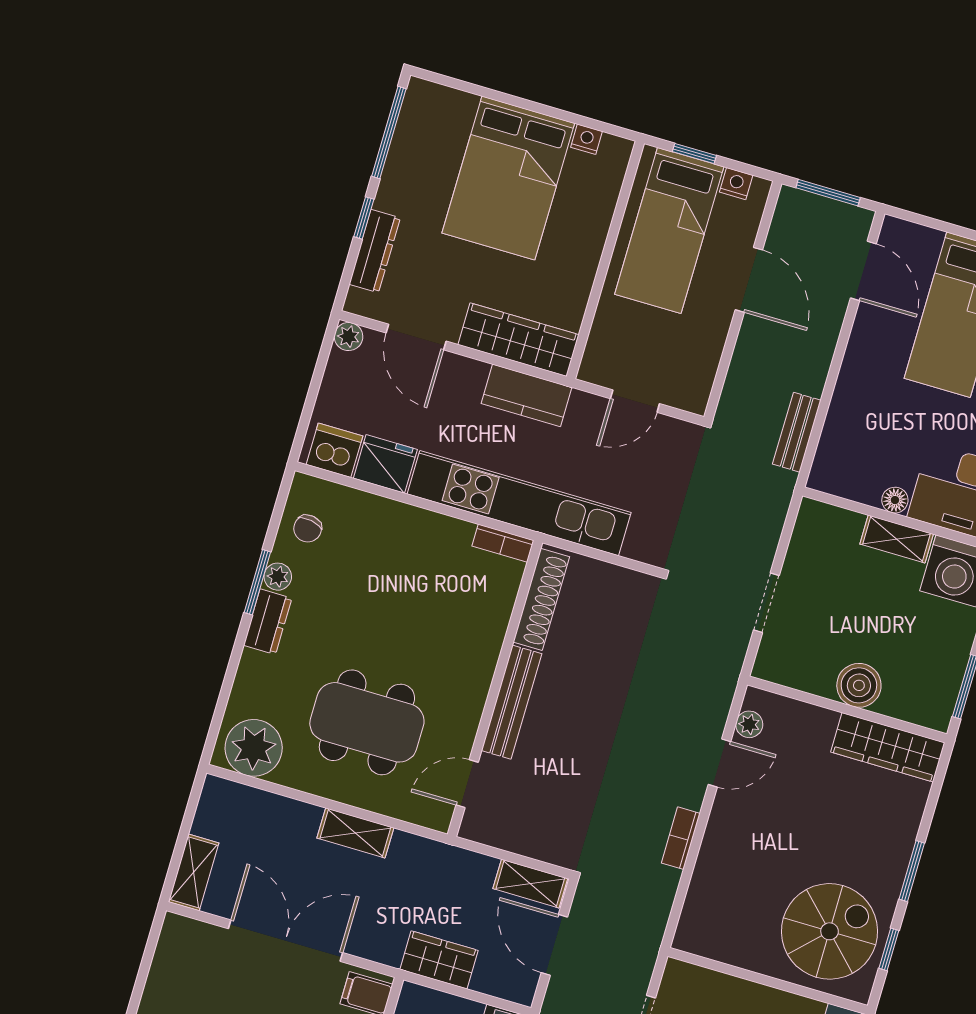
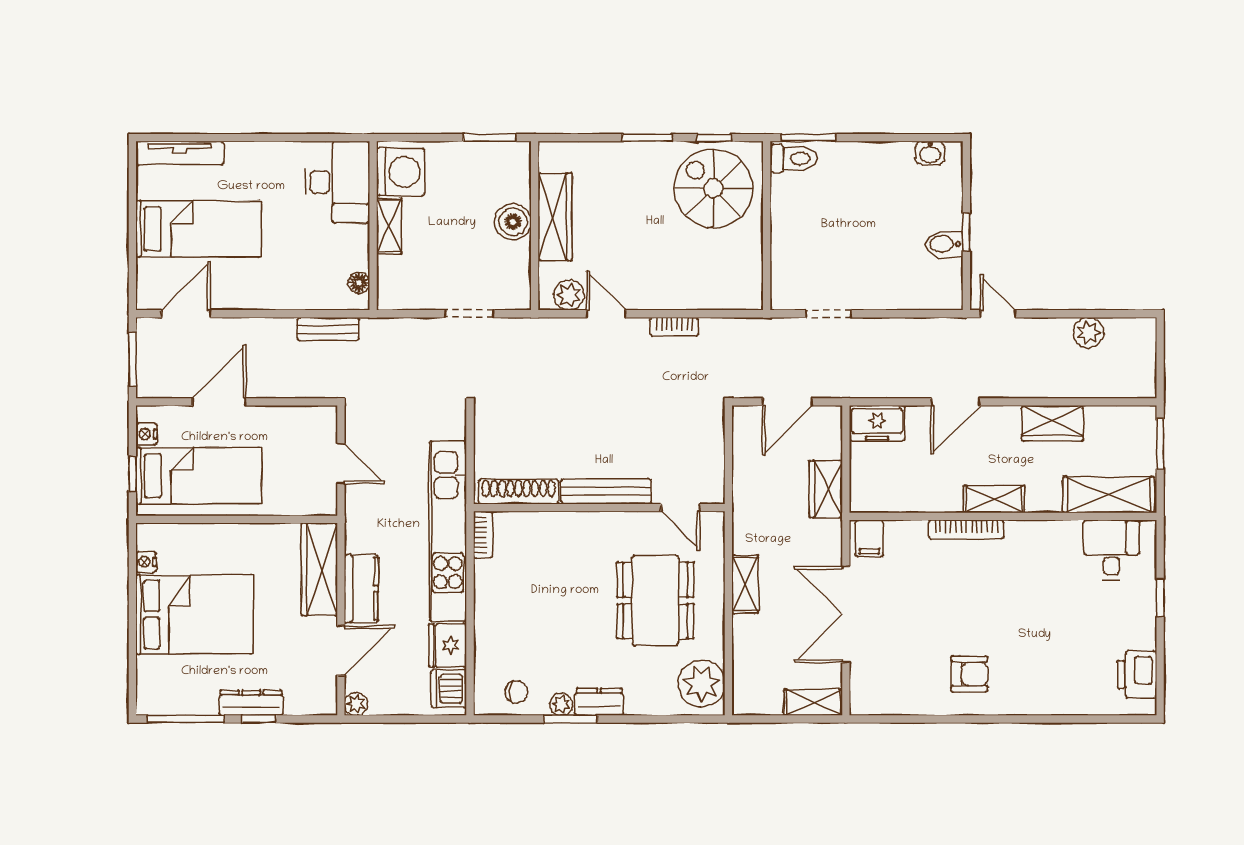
dresser: (375, 251) -> (251, 703), moved
kitchen counter: (527, 395) -> (361, 589), moved
floor lamp: (895, 500) -> (359, 283), moved
plant: (749, 724) -> (569, 295), width x1.38, depth x1.38
wardrobe: (888, 747) -> (555, 217), moved
shelving: (530, 884) -> (745, 435), removed

